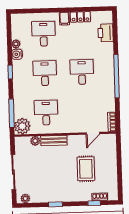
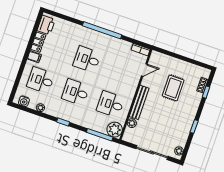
printer: (105, 33) -> (46, 25), moved, turned -90
water cooler: (17, 54) -> (24, 101), moved
door: (93, 133) -> (144, 70), hinge flipped
bench: (54, 141) -> (139, 102), width x1.36
rug: (86, 169) -> (173, 88), turned 90

